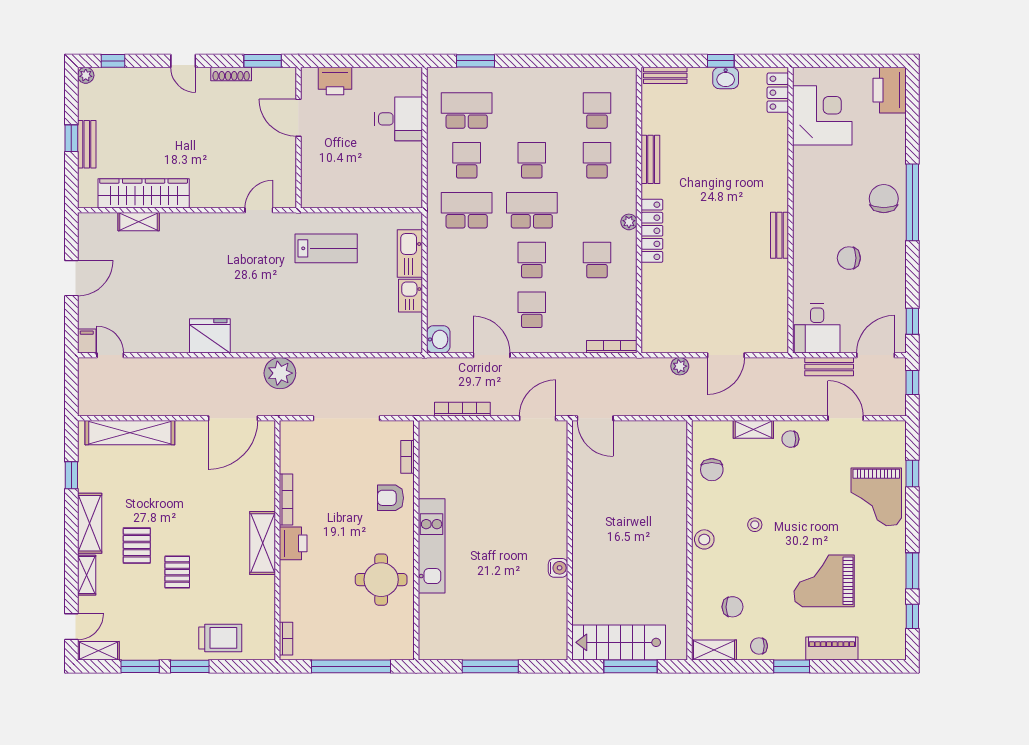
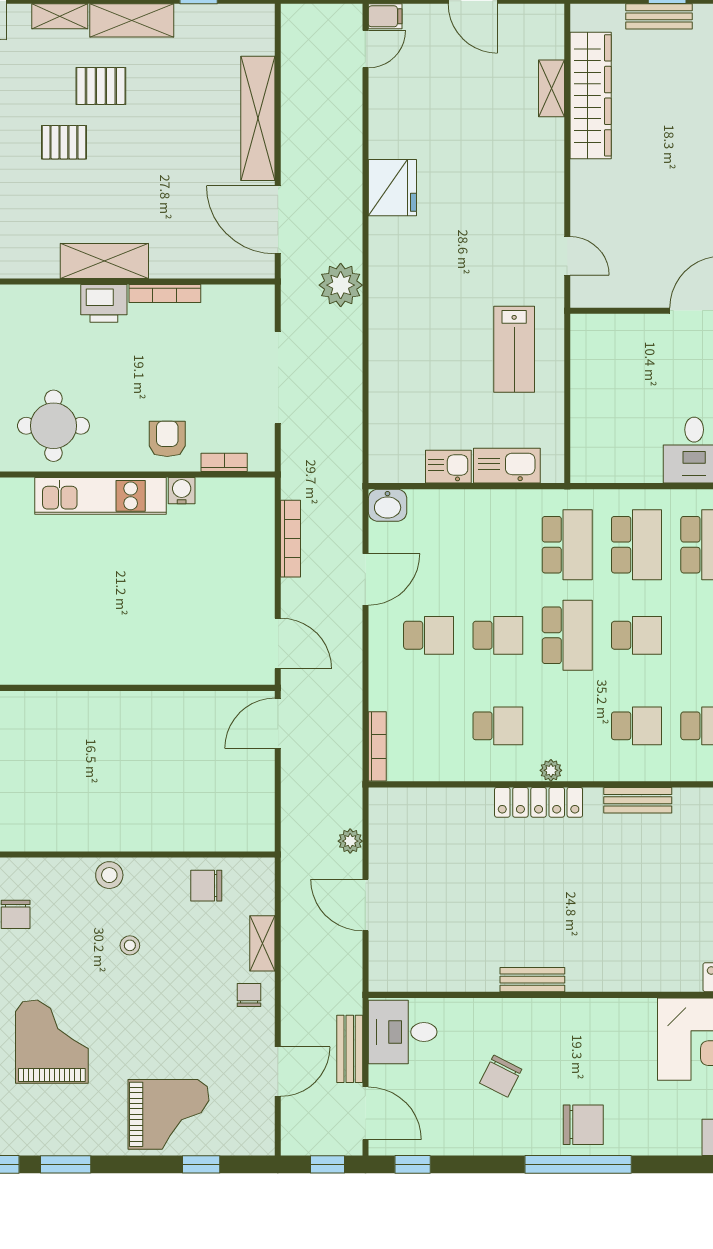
school desk: (467, 160) -> (637, 545), width x1.85
chair: (849, 258) -> (501, 1076), turned -153
shelving: (130, 433) -> (258, 118), moved
grand piano: (876, 497) -> (168, 1114), turned 180
water cooler: (558, 568) -> (182, 491), moved, turned 180

